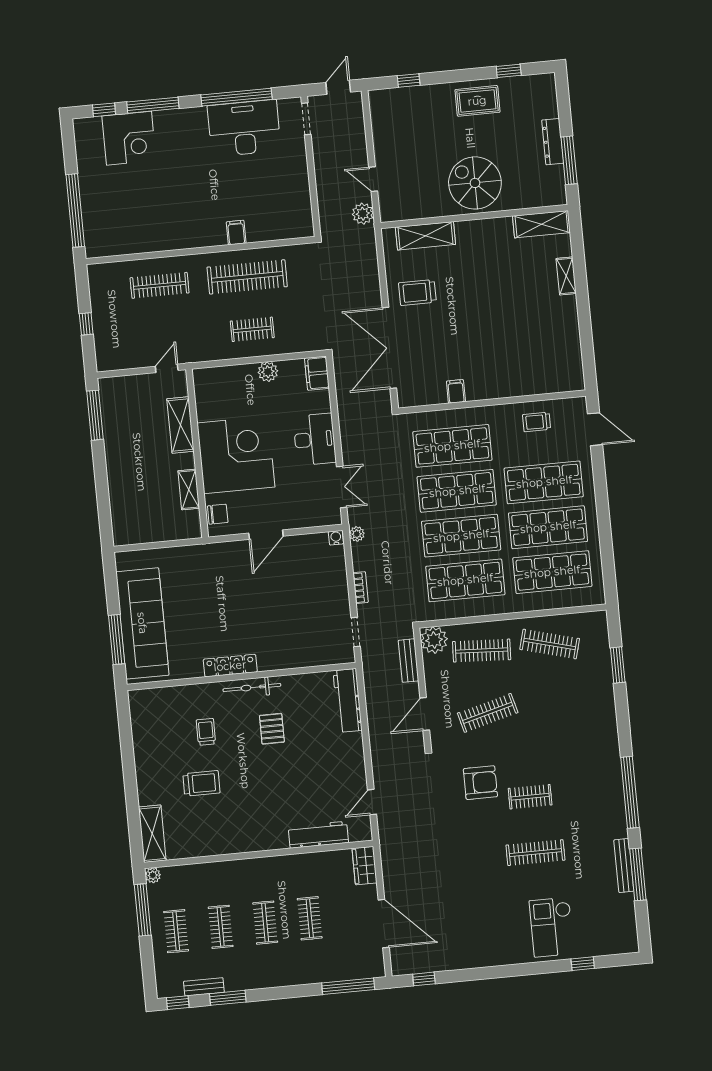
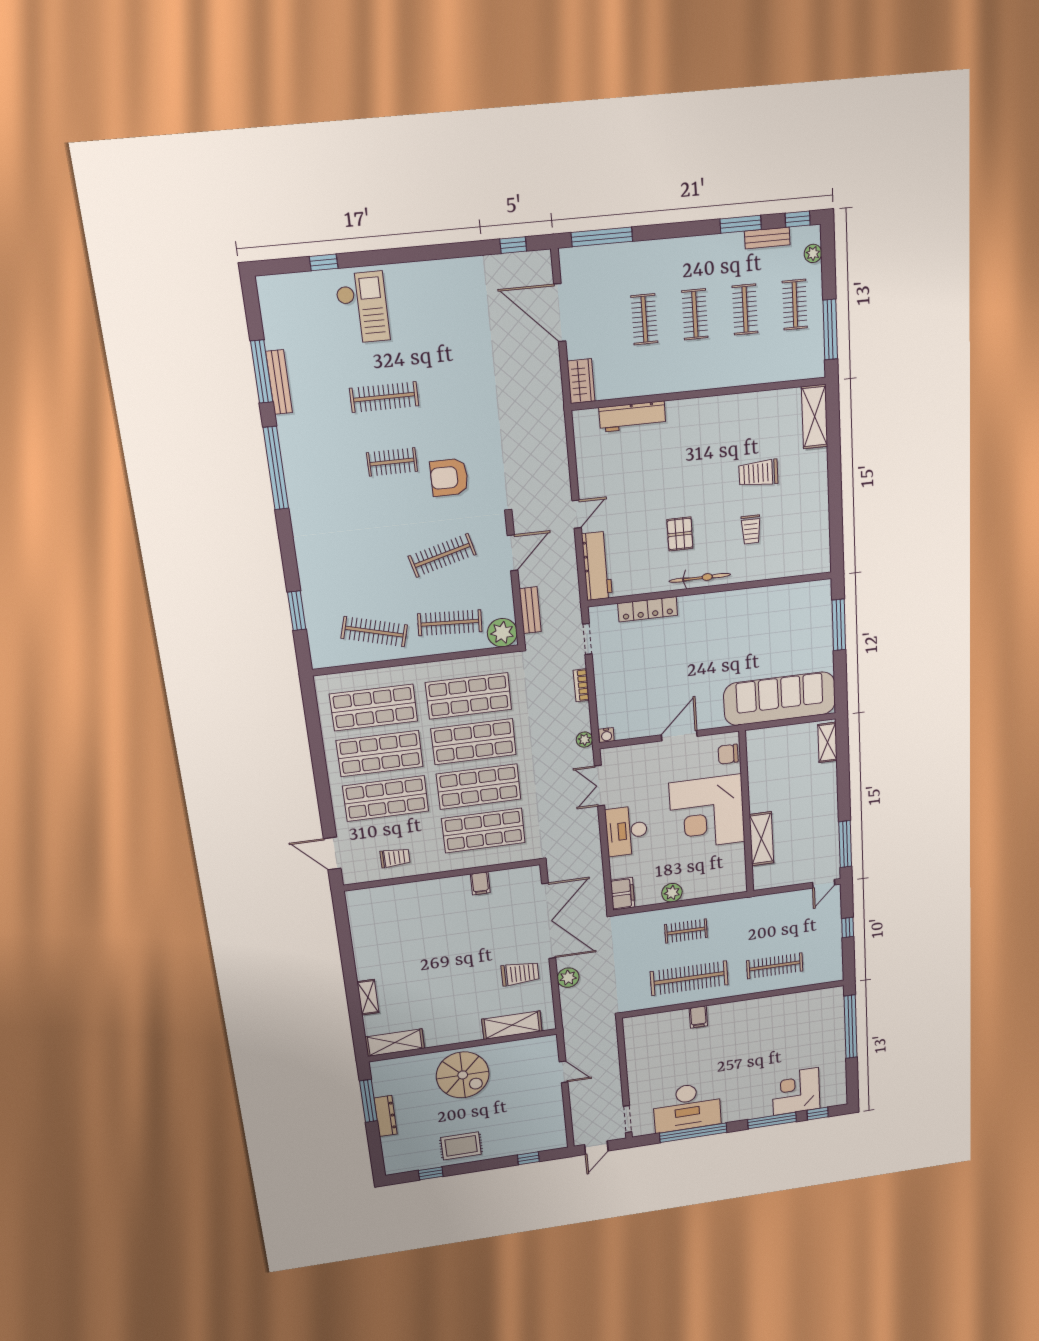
plant: (363, 214) -> (568, 978), moved
door: (167, 368) -> (824, 884), moved
shelving: (189, 489) -> (828, 742), moved
sofa: (142, 623) -> (780, 699), moved, turned 90
locker: (230, 666) -> (648, 609), moved
door: (372, 802) -> (577, 514), moved
plant: (153, 875) -> (813, 253), moved

